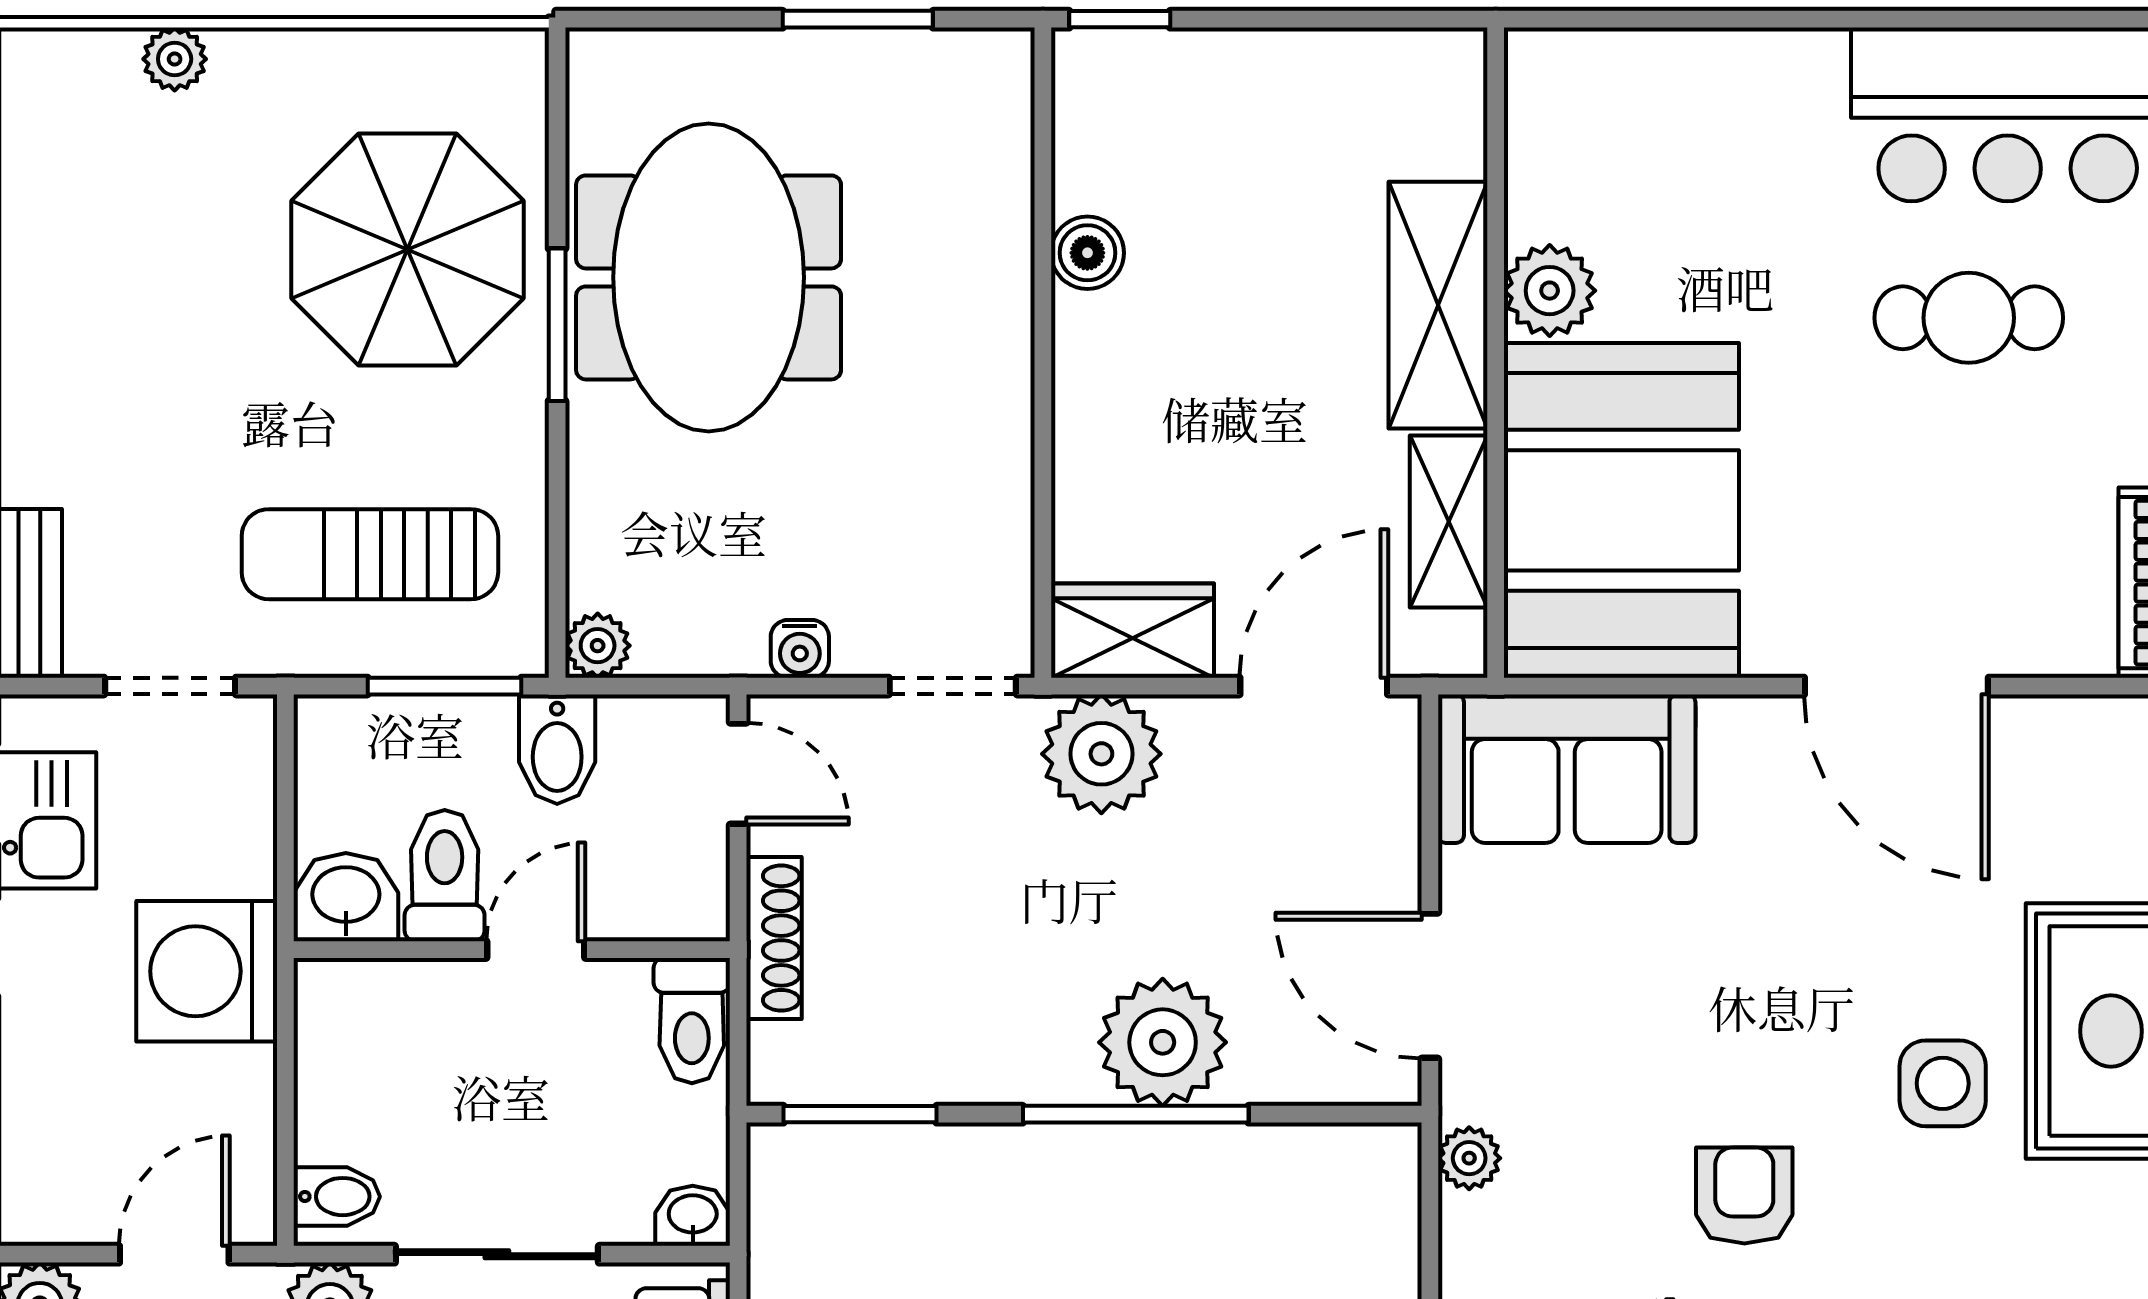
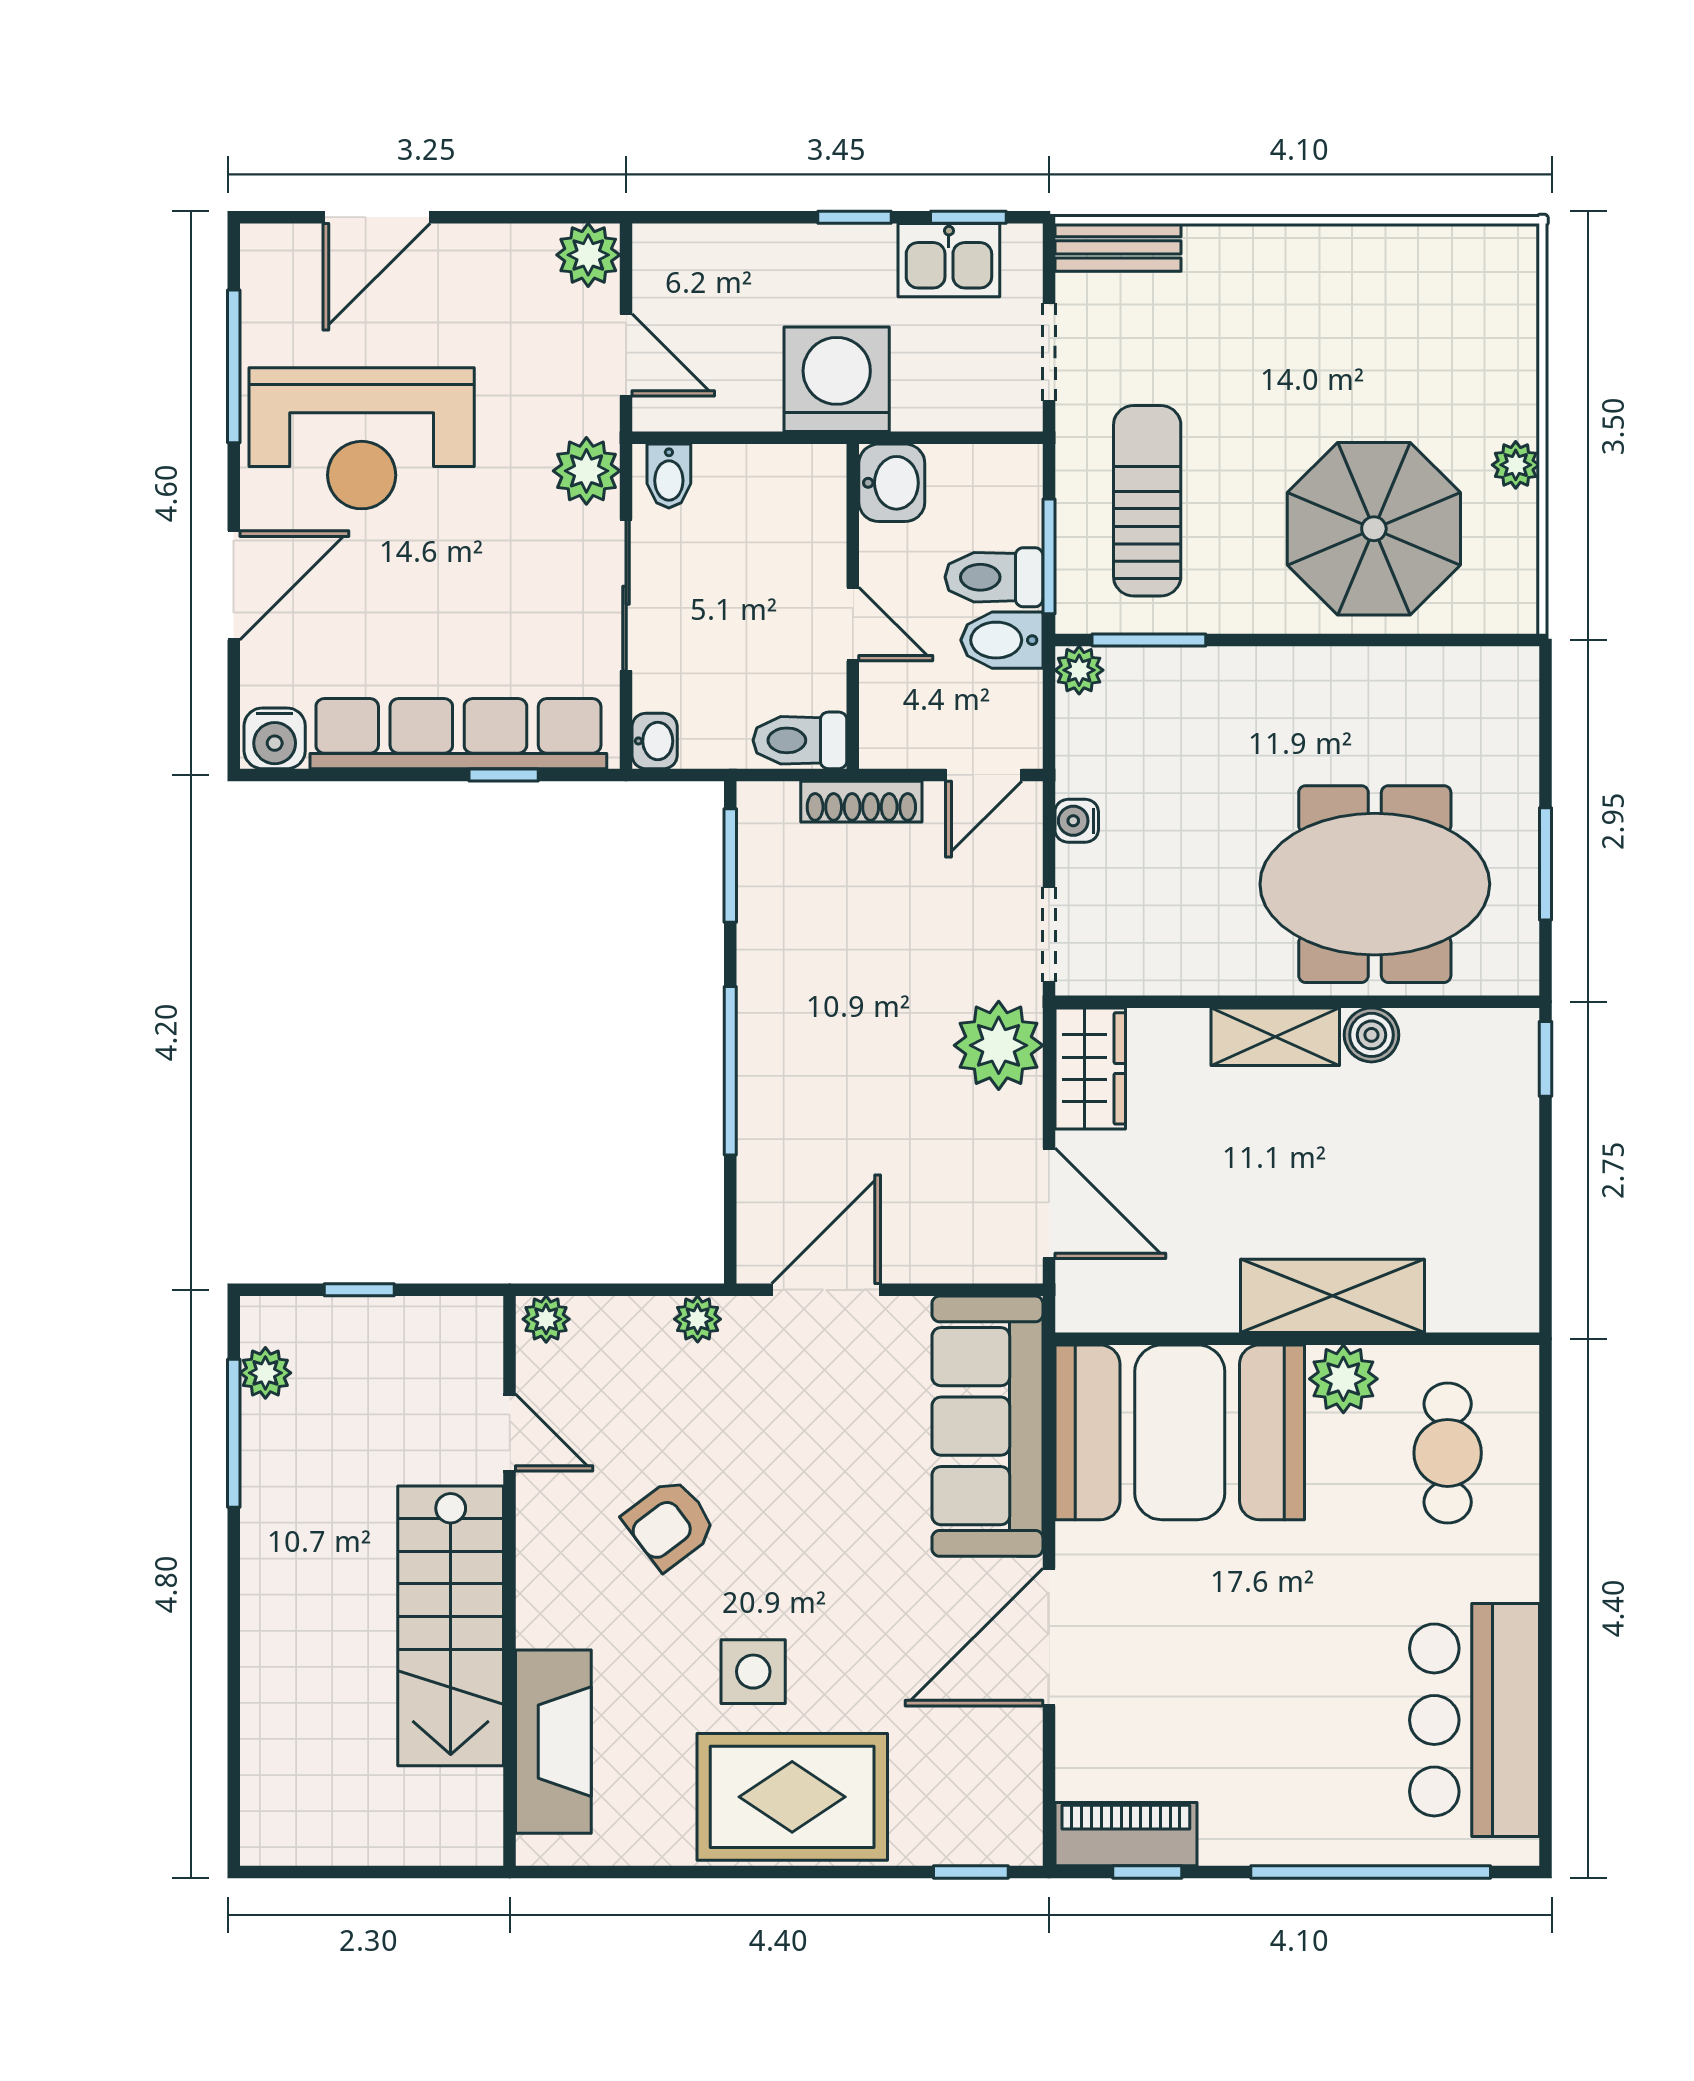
plant: (175, 59) -> (1516, 465), moved
meeting table: (709, 277) -> (1375, 884), moved
cafe table: (1969, 318) -> (1448, 1453), moved
window: (557, 325) -> (1149, 640), moved
shelving: (1449, 521) -> (1275, 1037), moved
sofa: (1567, 769) -> (987, 1426), width x1.36
toilet: (445, 876) -> (994, 577), moved, turned 180
plant: (1163, 1042) -> (784, 1091), removed
armchair: (1744, 1195) -> (670, 1524), turned 143

